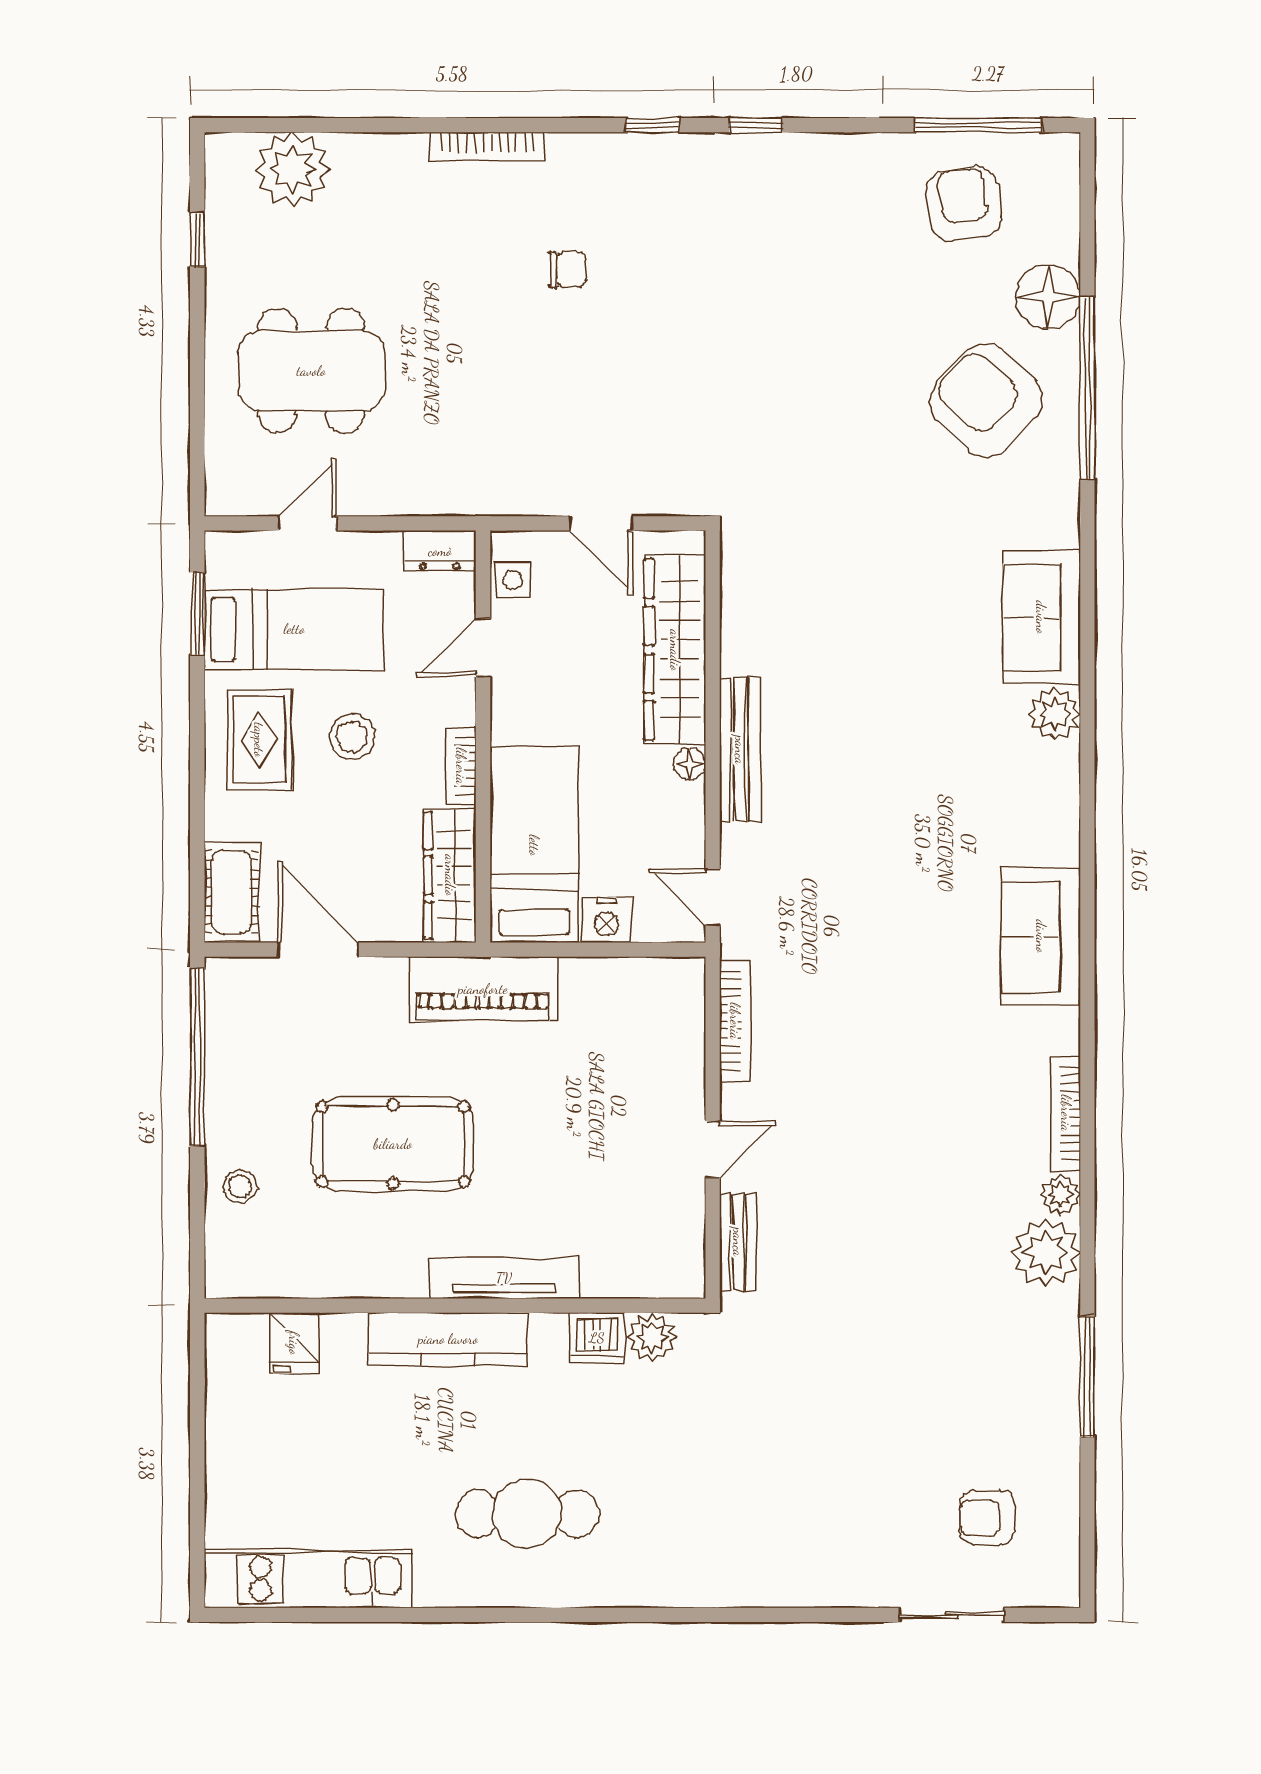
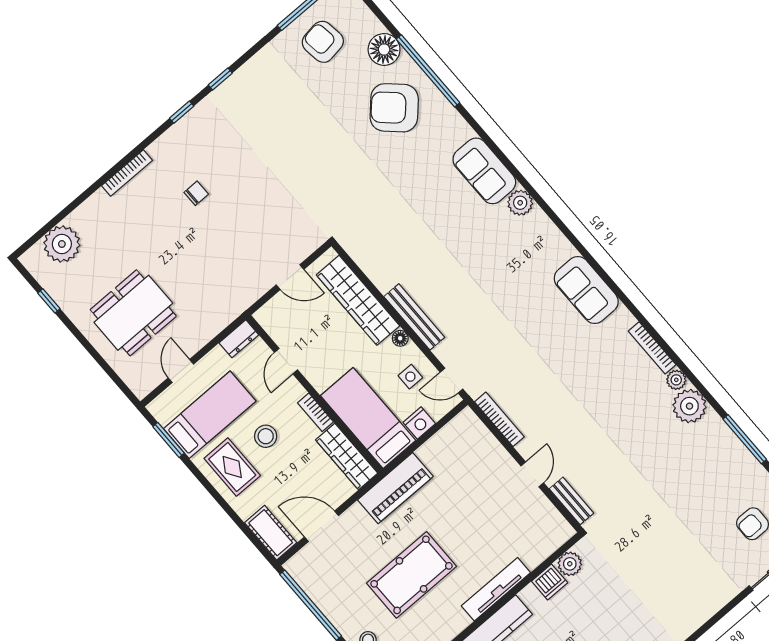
side table: (513, 580) -> (410, 377), moved

